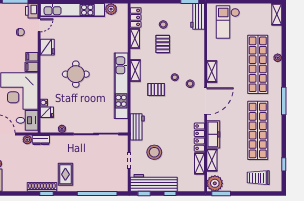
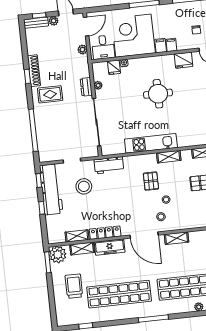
kitchen unit: (121, 86) -> (151, 143), width x0.73
dresser: (41, 140) -> (86, 87), moved
trolley: (258, 178) -> (74, 286), moved

